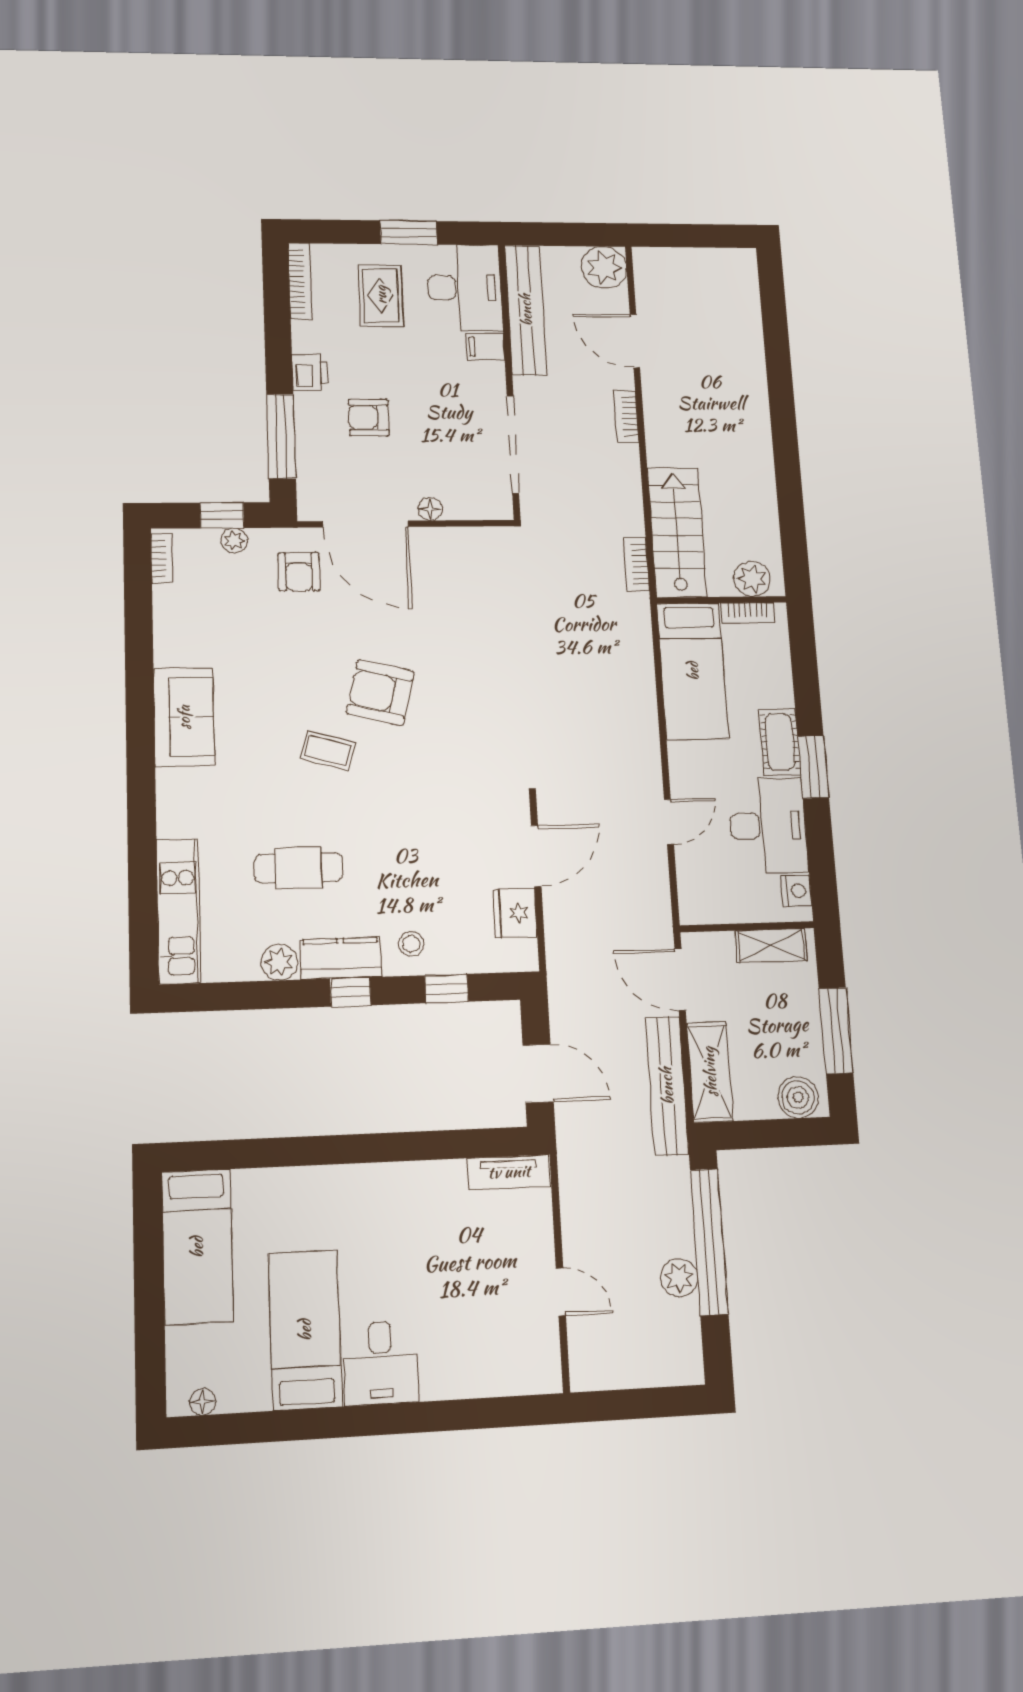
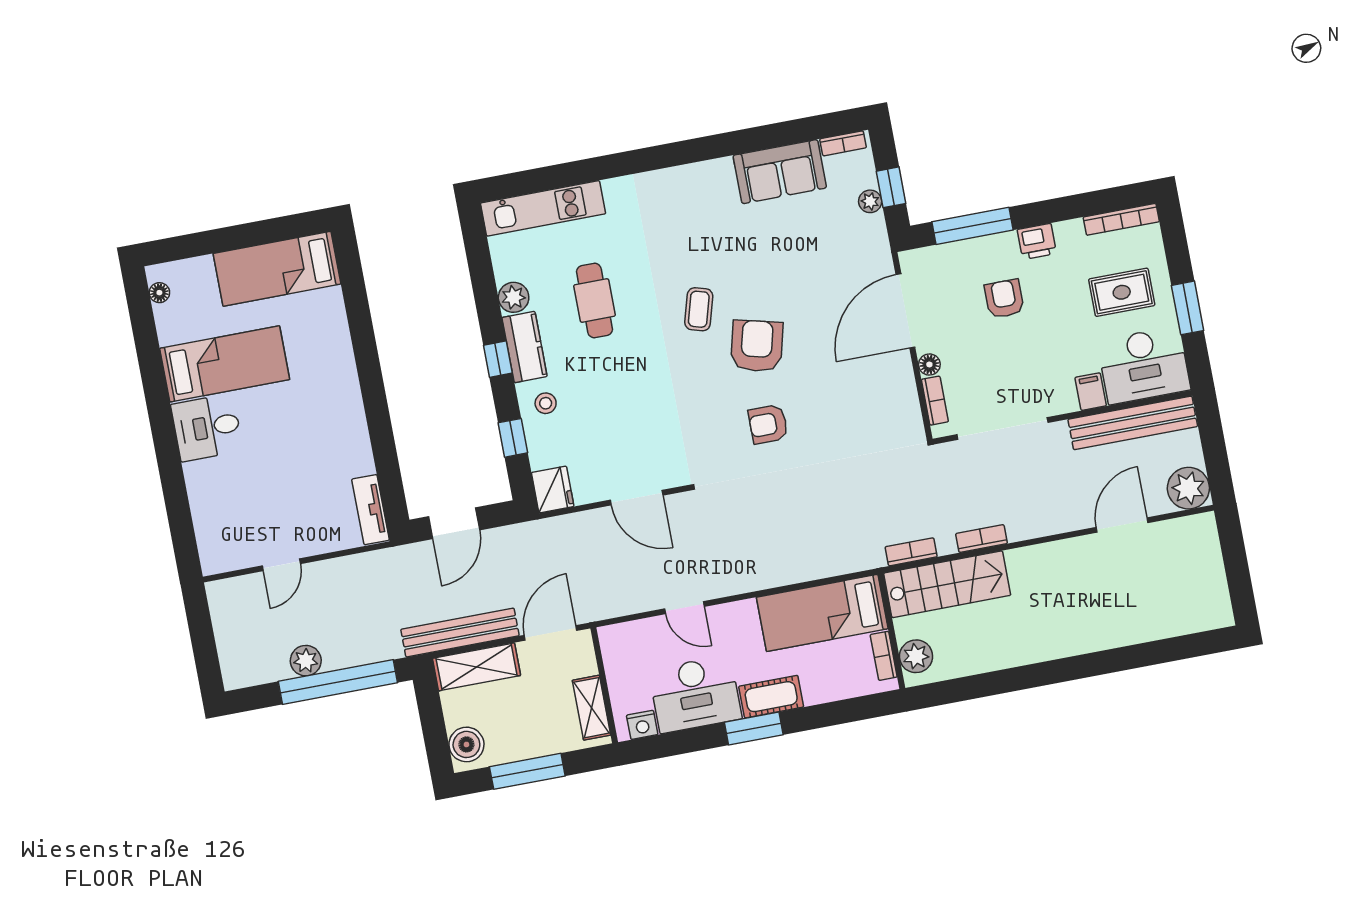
bookcase: (626, 416) -> (981, 539), moved
bookcase: (471, 510) -> (935, 401), added
armchair: (299, 572) -> (768, 424), moved
sofa: (184, 717) -> (780, 172), moved
fridge: (515, 913) -> (553, 489), moved, turned 90

